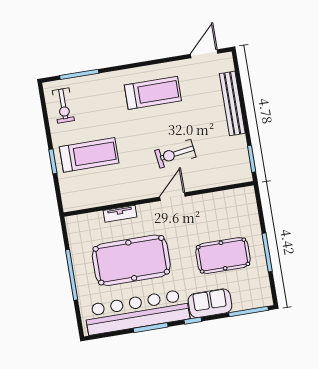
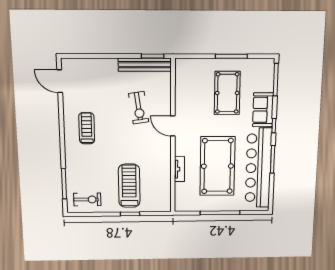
treadmill: (153, 93) -> (87, 128), width x0.73, depth x0.73
bench: (232, 103) -> (145, 65), moved
exercise bike: (175, 154) -> (139, 108), moved

